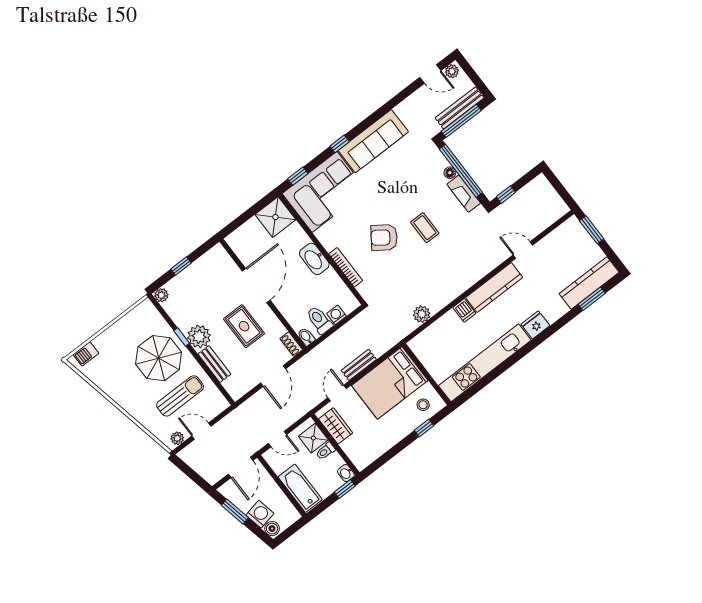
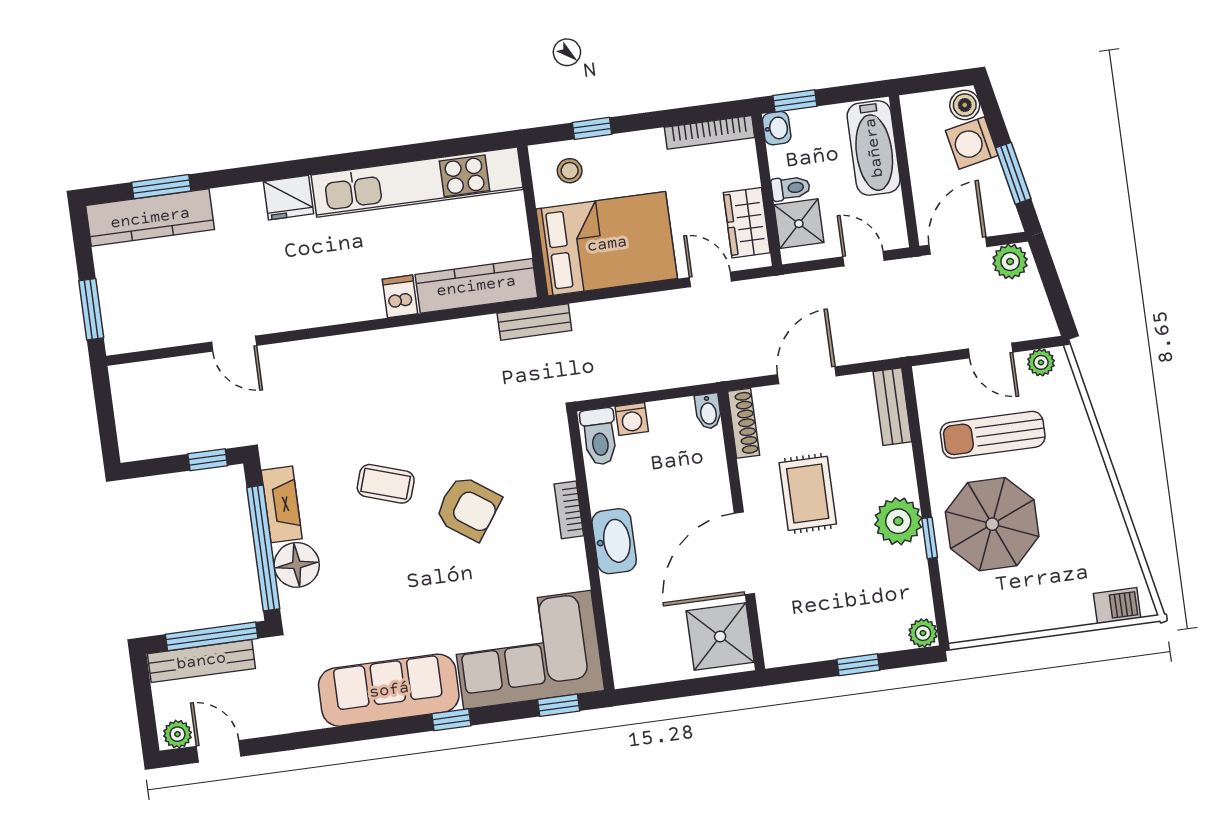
floor lamp: (450, 173) -> (297, 565), width x1.89, depth x1.89
shower: (275, 217) -> (720, 636), moved
coffee table: (425, 228) -> (386, 484), turned -72
bookcase: (346, 267) -> (569, 510), width x0.64
kitchen counter: (494, 287) -> (476, 286), moved
plant: (422, 314) -> (1010, 262), moved
toilet: (319, 320) -> (599, 437), moved
shoe rack: (291, 344) -> (744, 423), width x1.43
bench: (214, 364) -> (892, 407), moved
bench: (359, 365) -> (534, 322), moved
door: (337, 393) -> (710, 279), swing flipped
bookcase: (373, 455) -> (709, 132), added

